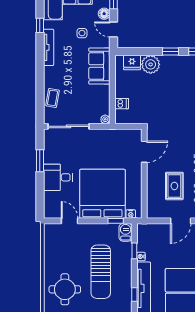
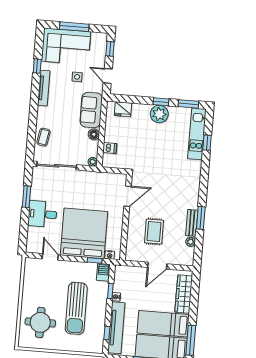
floor lamp: (104, 14) -> (94, 134), moved
plant: (151, 64) -> (159, 114), moved

